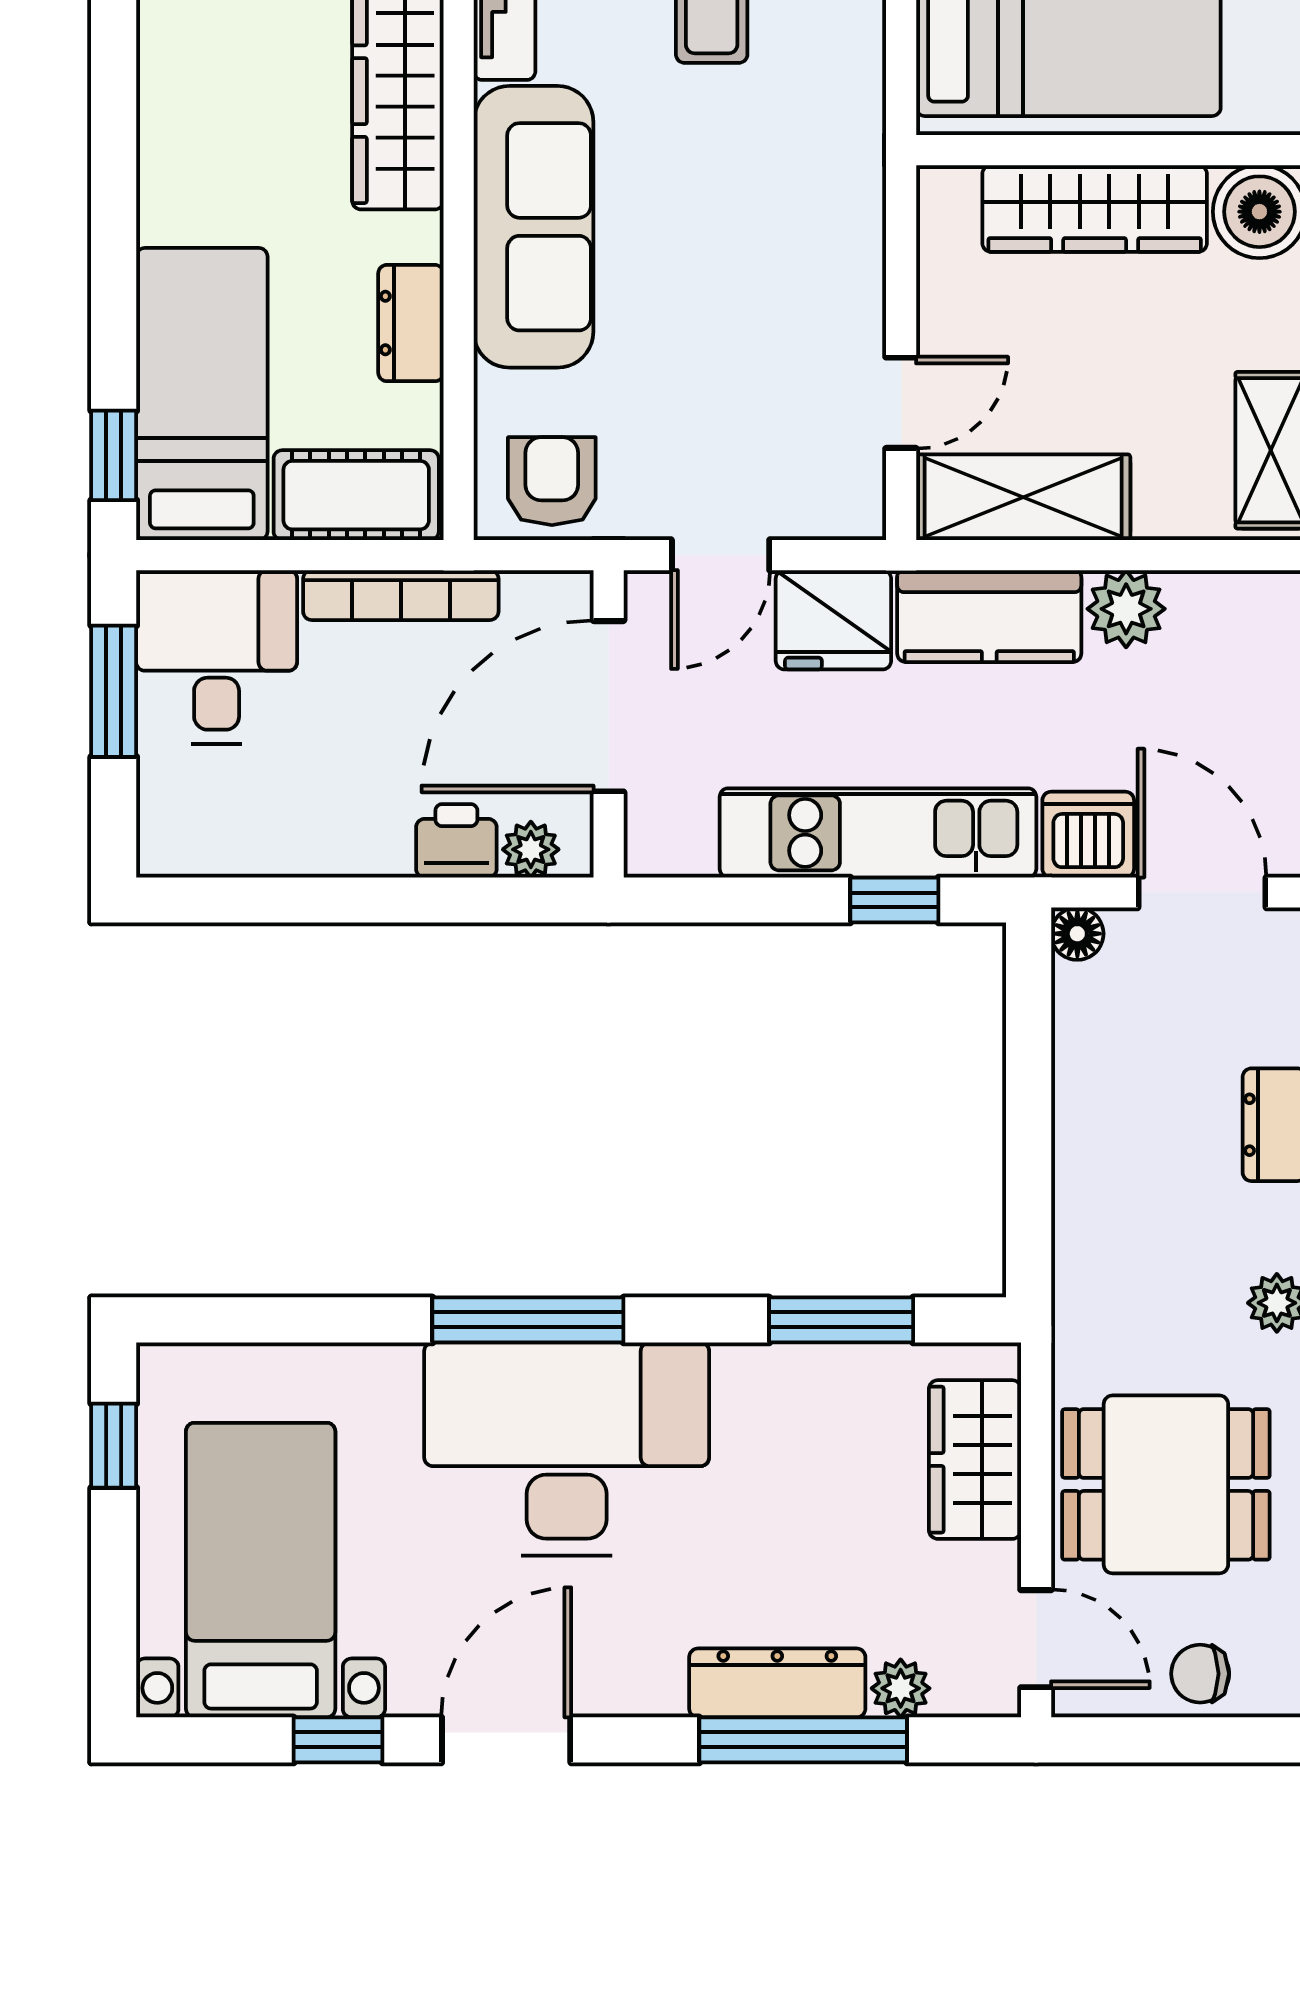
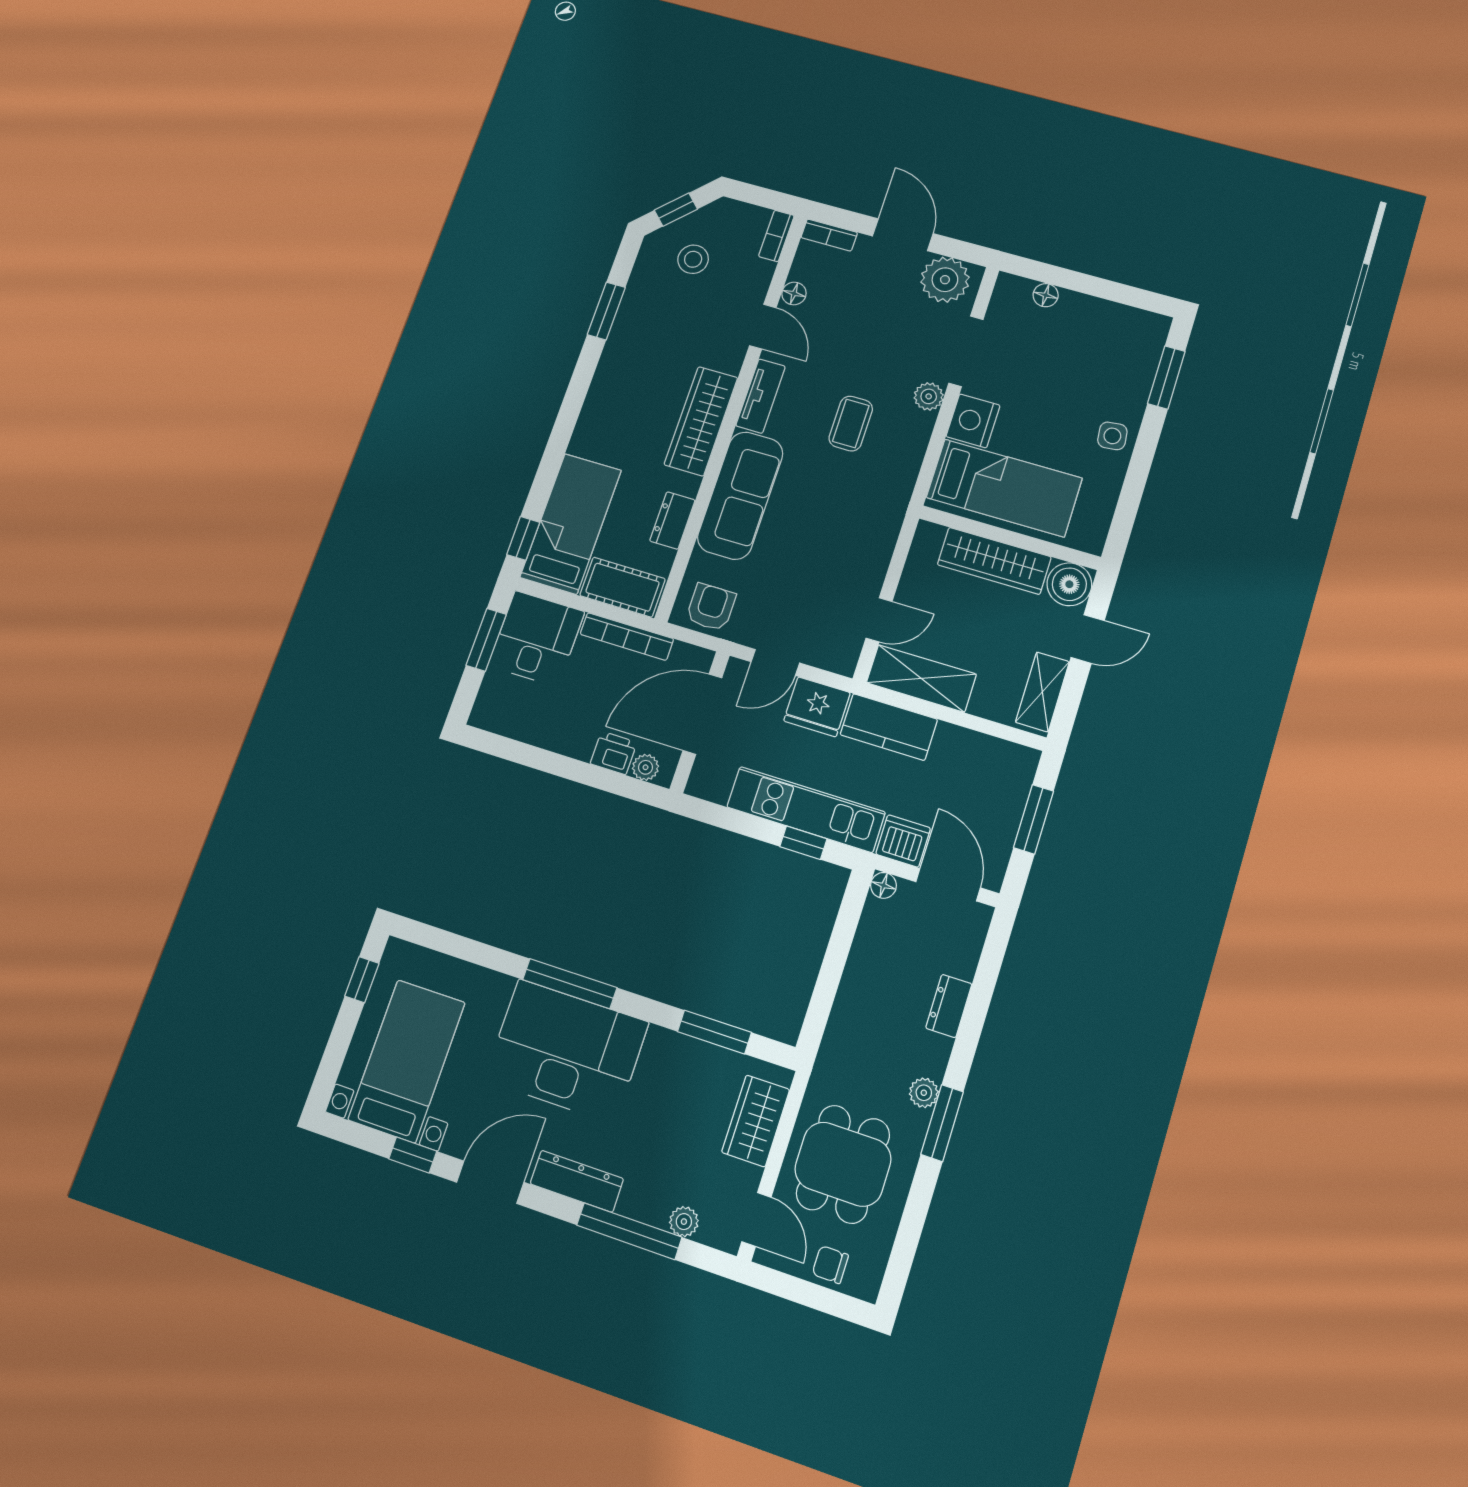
plant: (1126, 609) -> (953, 743), removed
dining table: (1166, 1484) -> (843, 1164), turned 90
dresser: (777, 1683) -> (577, 1181), moved

